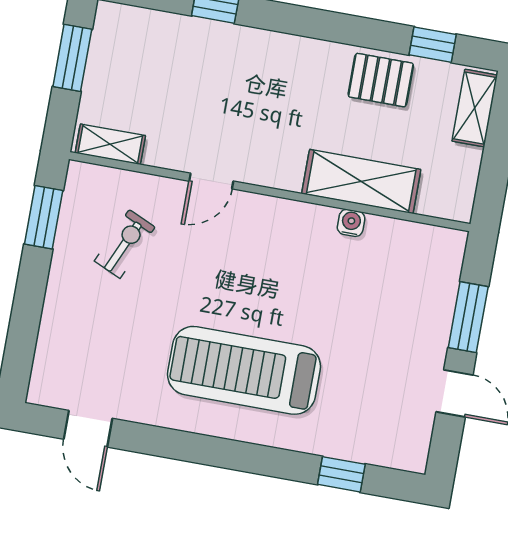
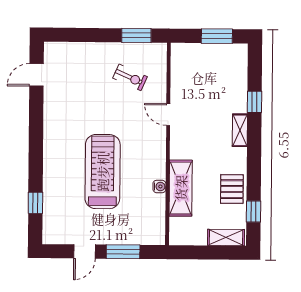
shelving: (110, 144) -> (240, 130), moved
treadmill: (244, 370) -> (103, 172), moved

